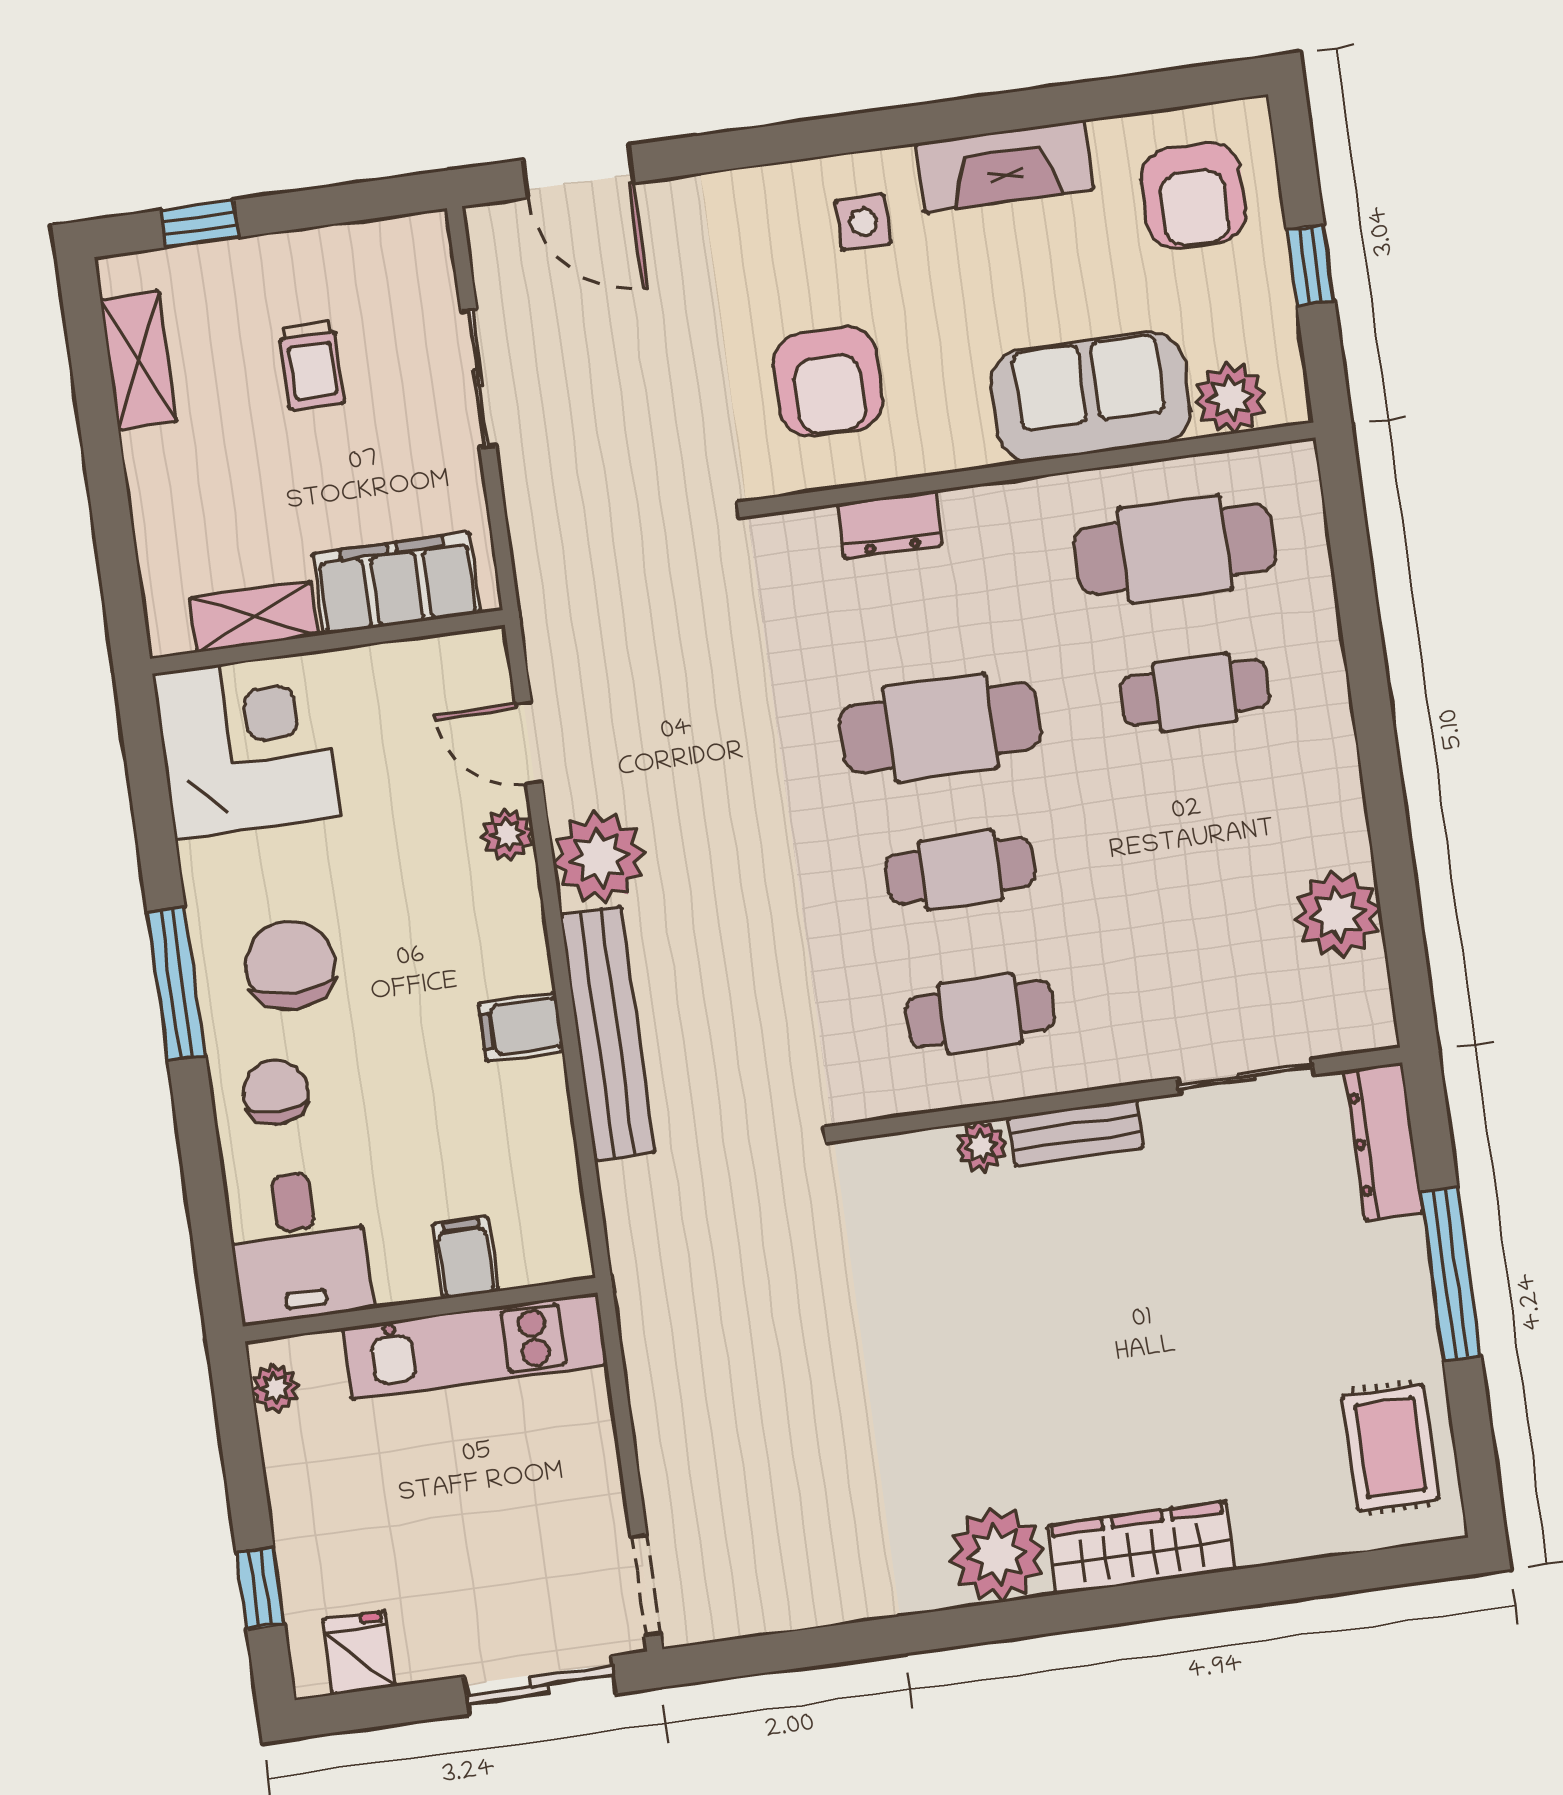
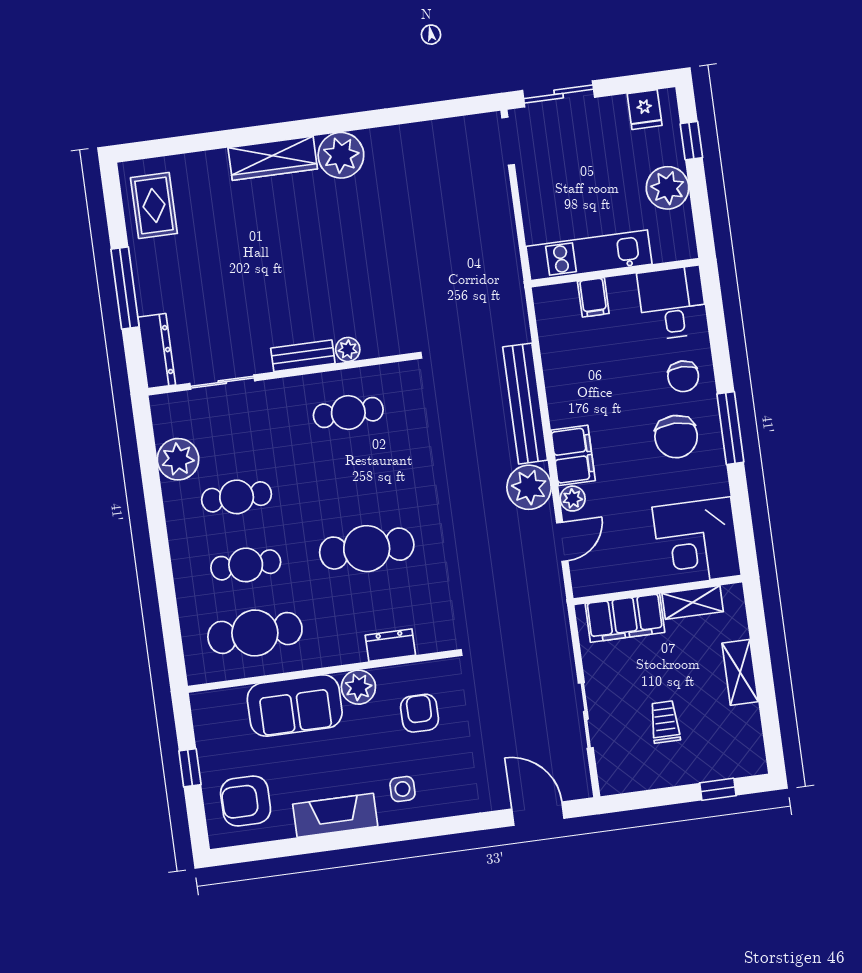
armchair: (1193, 196) -> (246, 801), turned -90
shelving: (139, 360) -> (740, 672), moved
armchair: (828, 382) -> (420, 713), width x0.72, depth x0.72
plant: (1230, 398) -> (358, 687), moved
door: (529, 743) -> (562, 542), hinge flipped
cafe table: (960, 871) -> (237, 497), moved
filing cabinet: (521, 1027) -> (573, 455), moved, width x2.00
plant: (275, 1388) -> (668, 188), moved, width x1.88, depth x1.88

